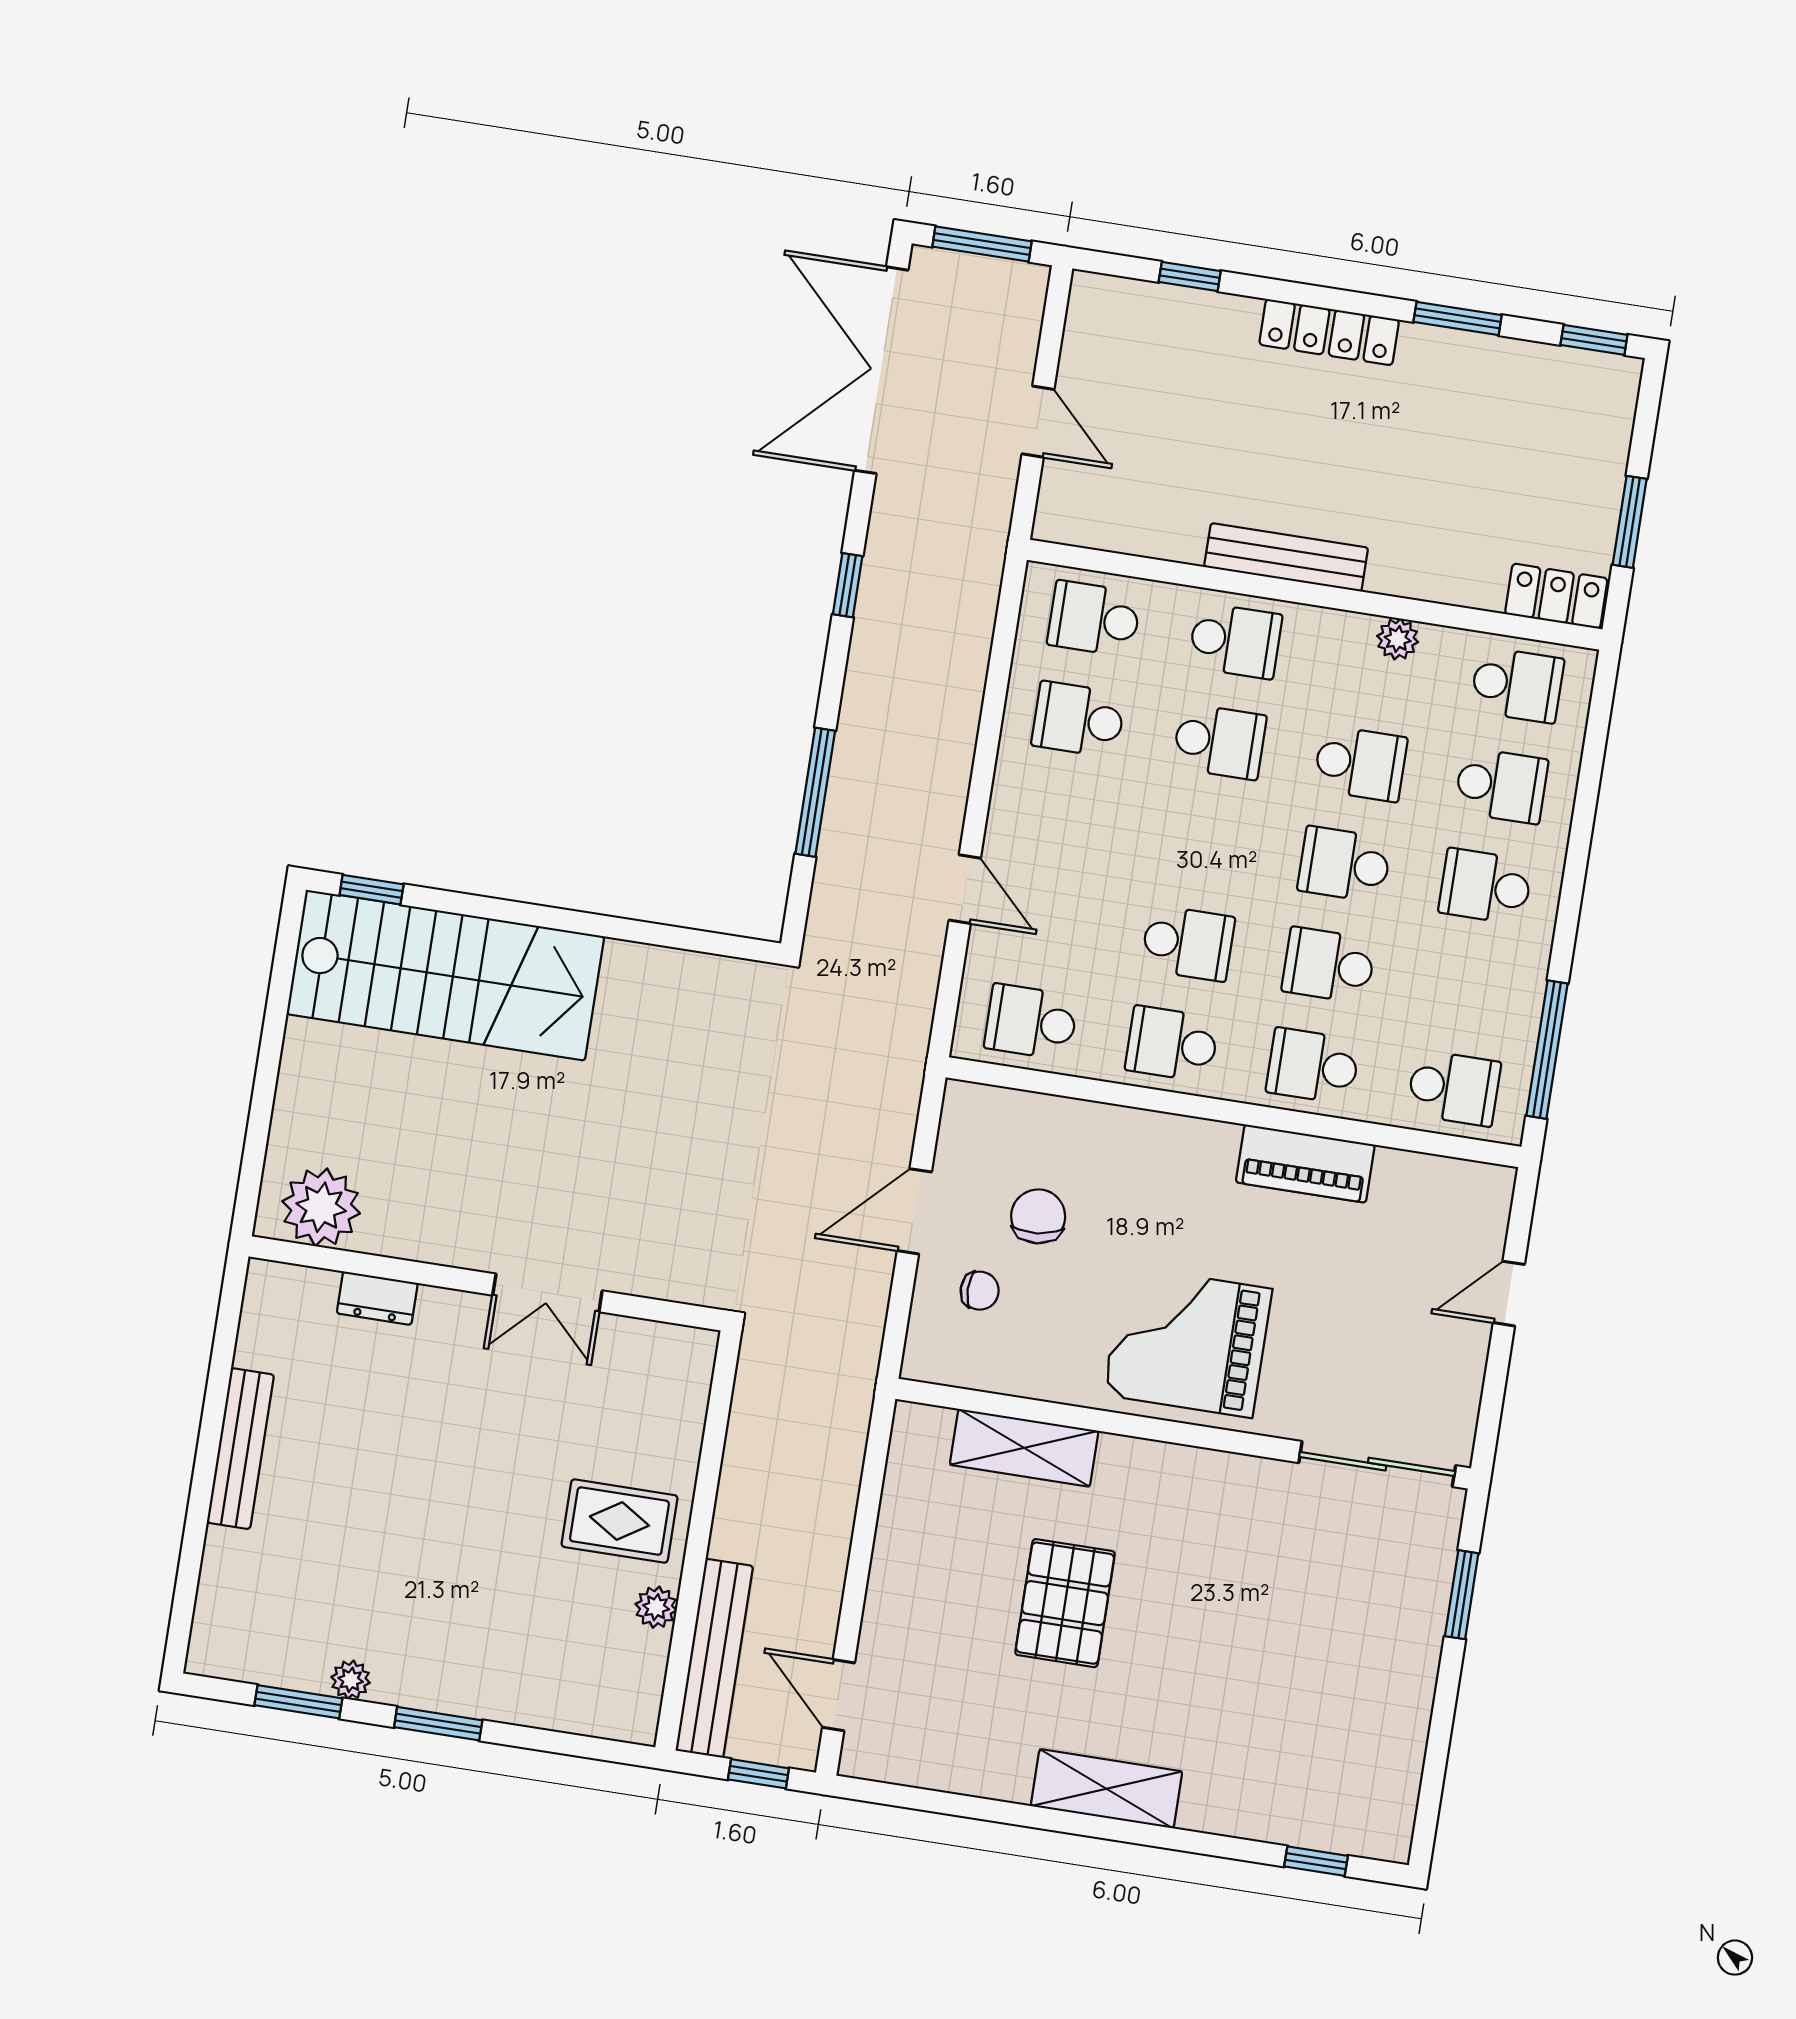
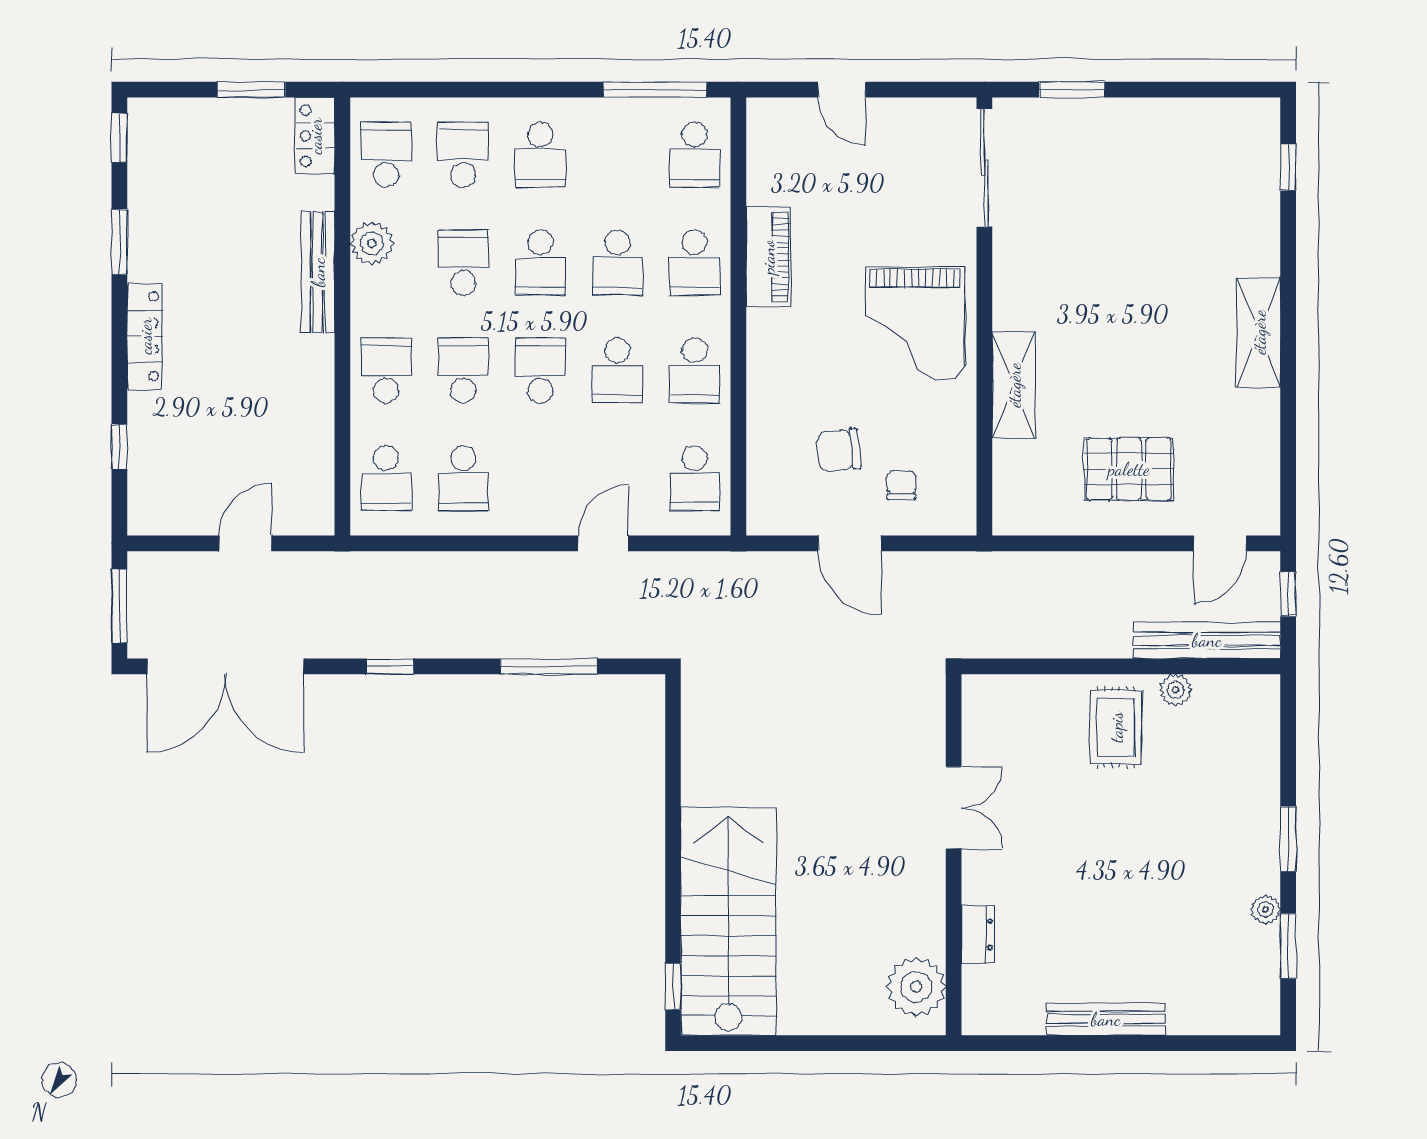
bench: (1286, 557) -> (318, 272), moved
plant: (1398, 639) -> (372, 243), width x1.38, depth x1.38
school desk: (1204, 842) -> (540, 370), added
school desk: (1188, 943) -> (617, 370), turned 180
school desk: (1454, 1088) -> (695, 155), turned 180
shelving: (1024, 1448) -> (1014, 385), moved
pallet: (1065, 1603) -> (1129, 469), moved

